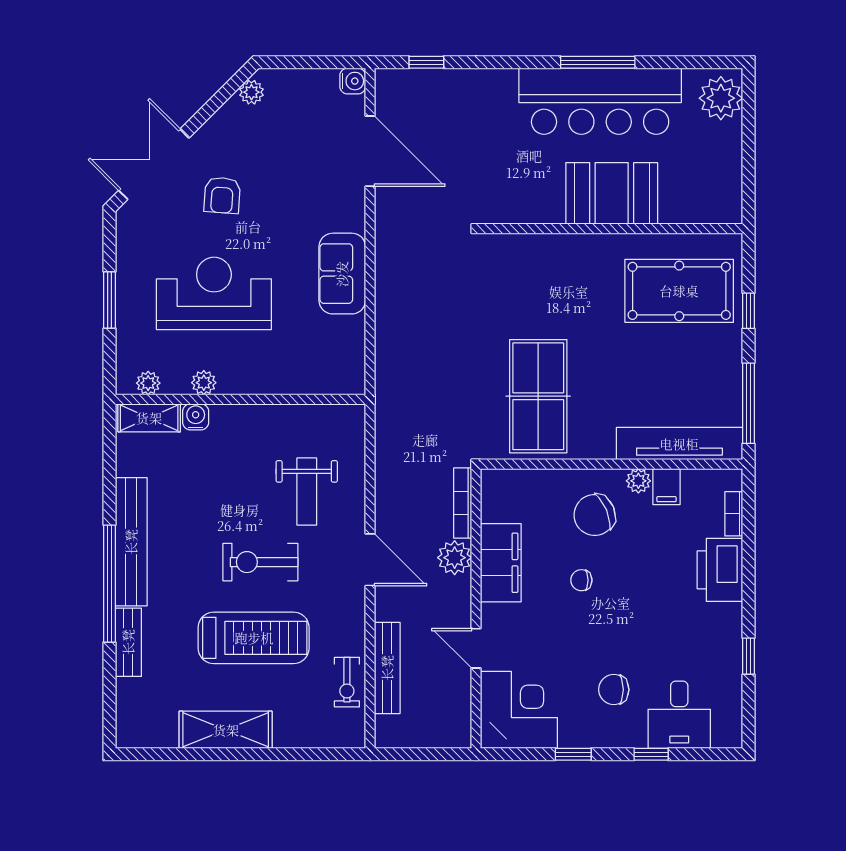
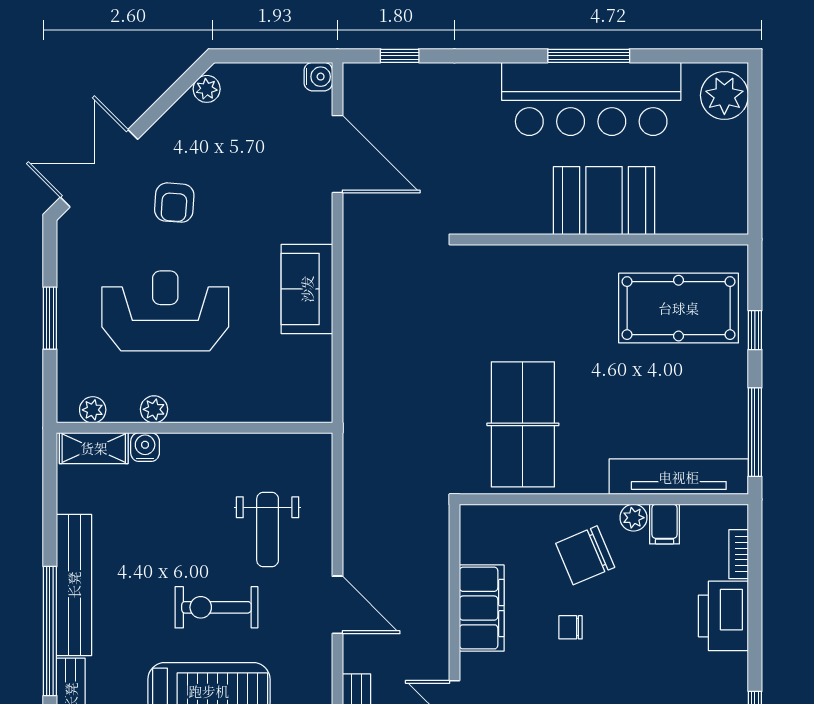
bookcase: (463, 503) -> (440, 542), removed
plant: (455, 558) -> (431, 602), removed

